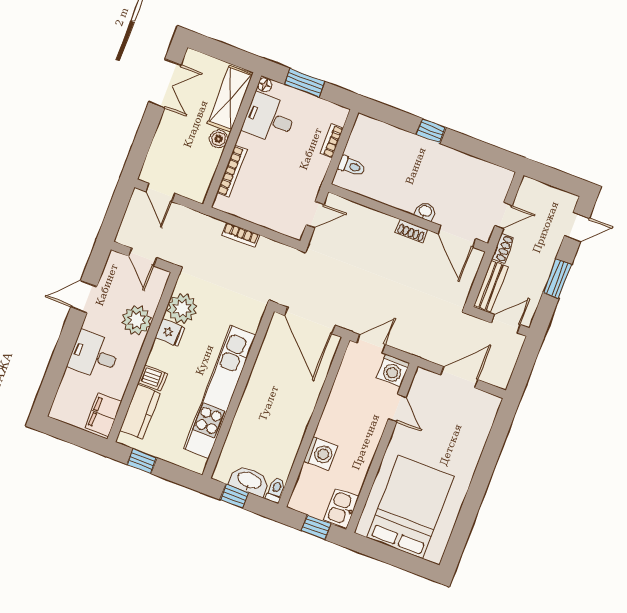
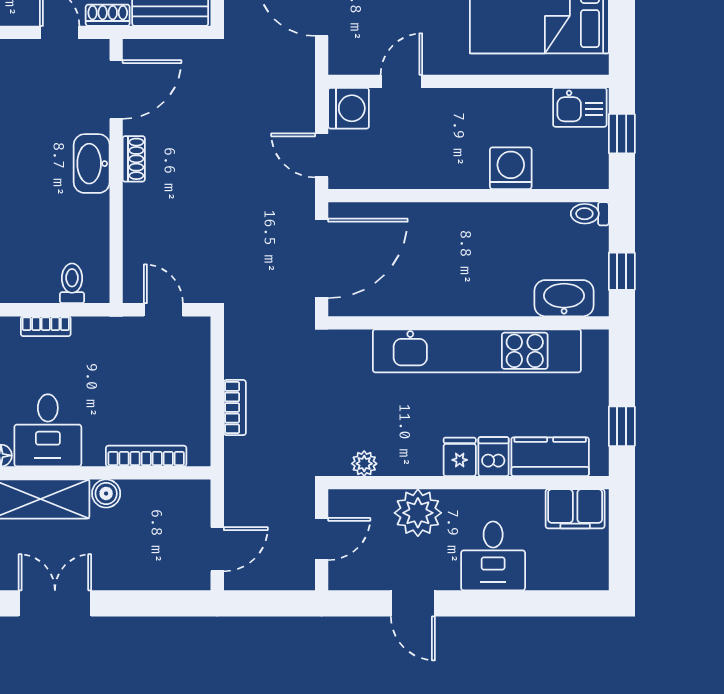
washbasin: (425, 211) -> (92, 164), width x1.91, depth x1.45
plant: (182, 308) -> (364, 464), width x0.53, depth x0.53
fridge: (170, 333) -> (460, 457), moved
washbasin: (249, 481) -> (564, 298), moved, turned 90

